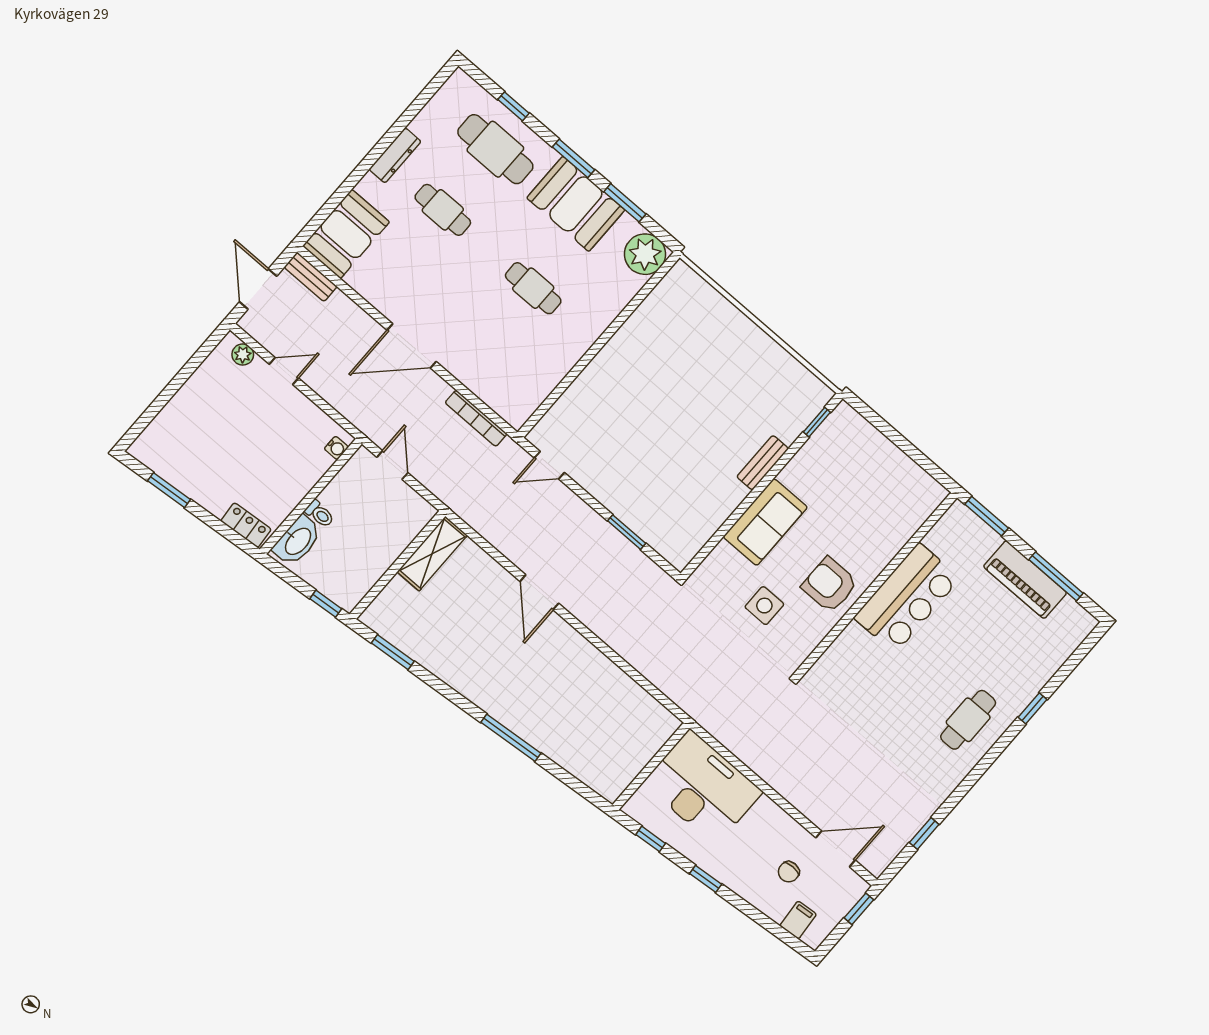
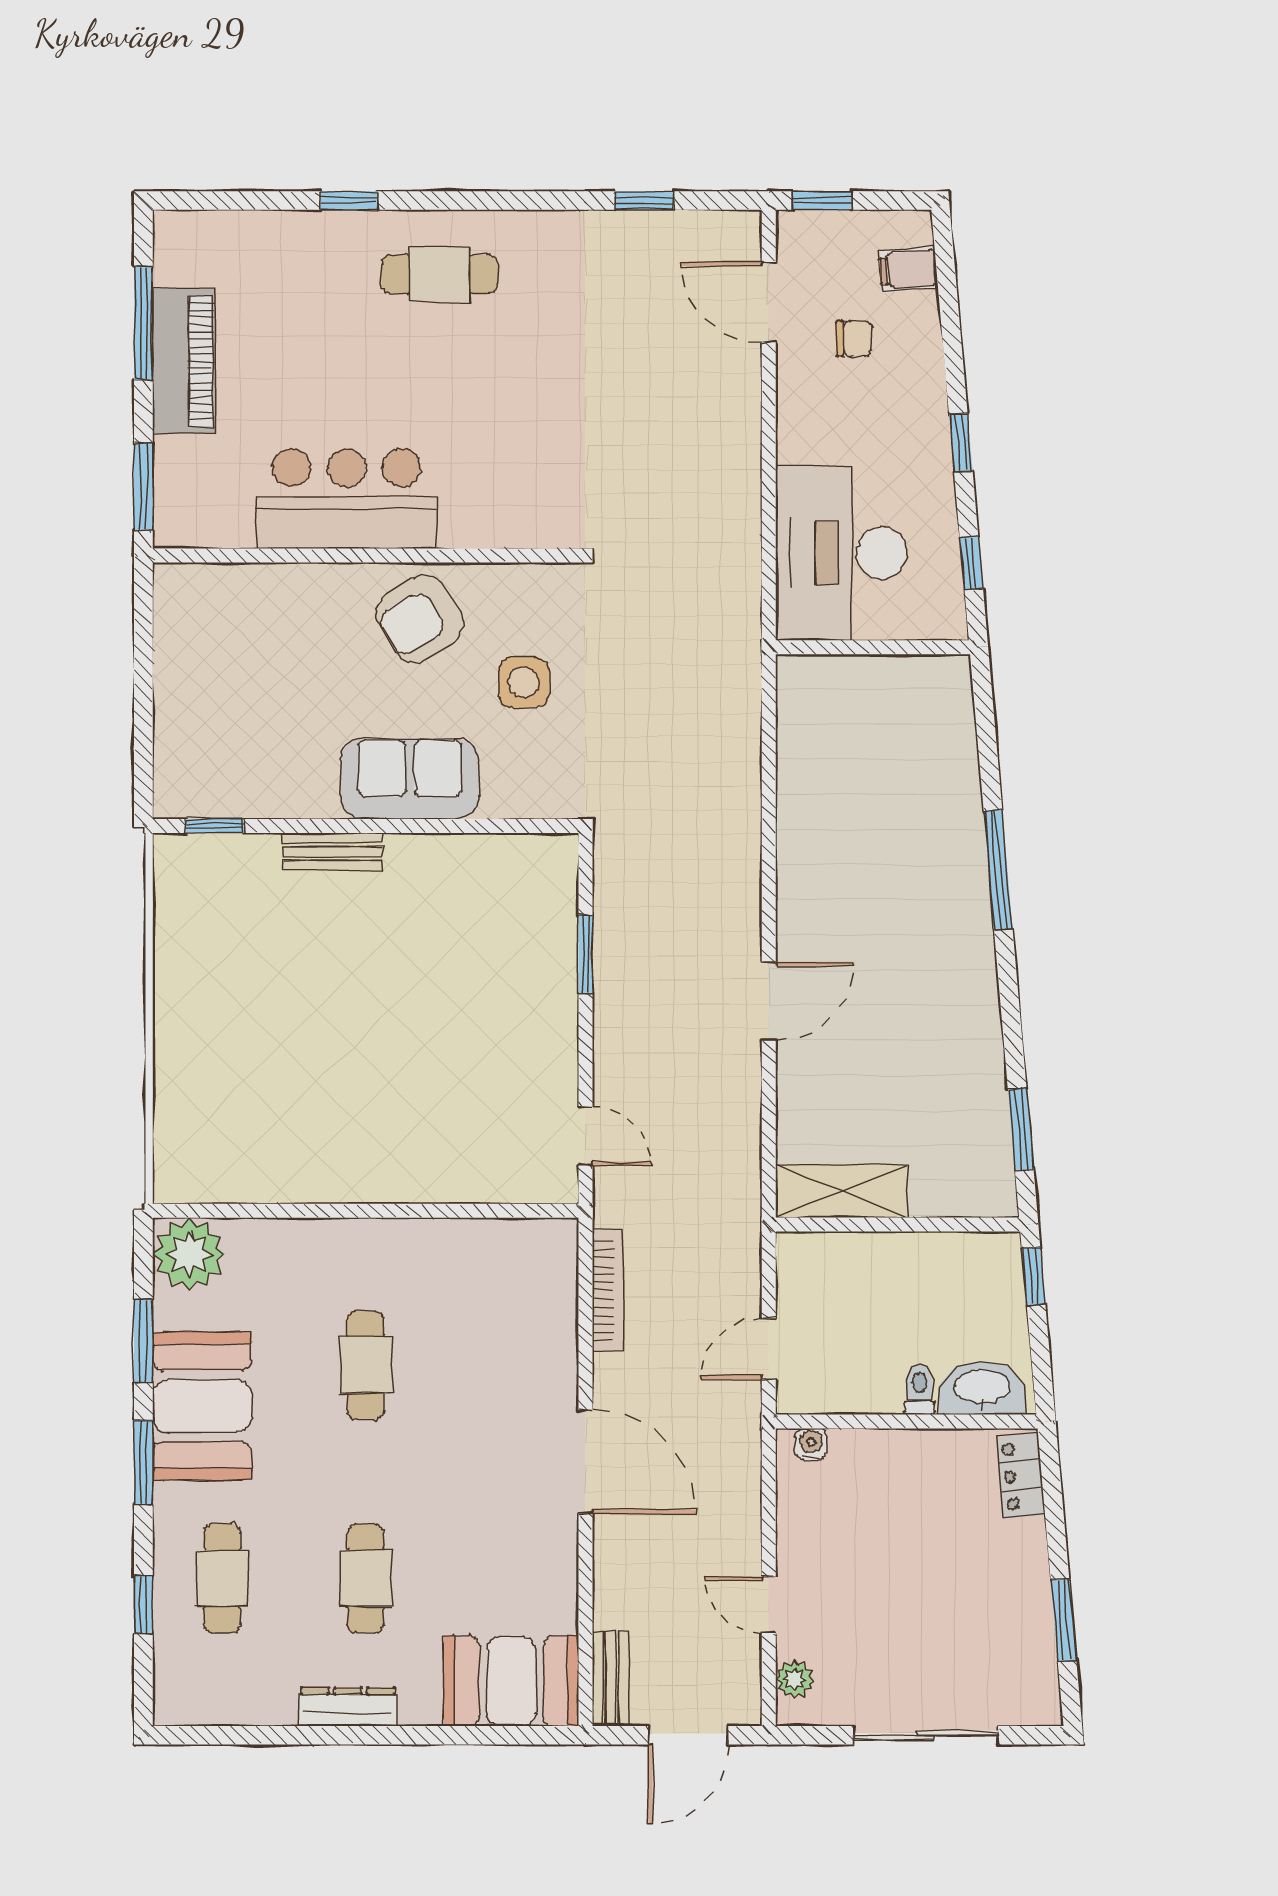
cafe table: (495, 149) -> (222, 1579), width x0.73, depth x0.74
sliding door: (171, 390) -> (926, 1735), added
armchair: (830, 585) -> (419, 619), turned 59

